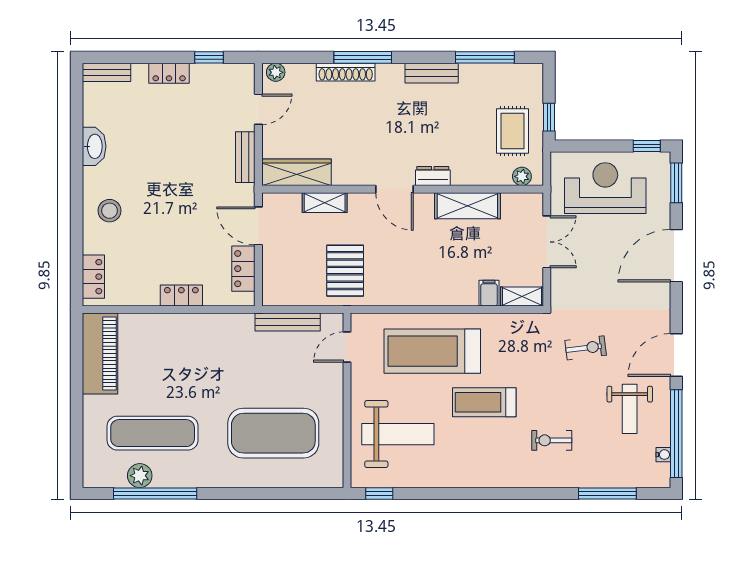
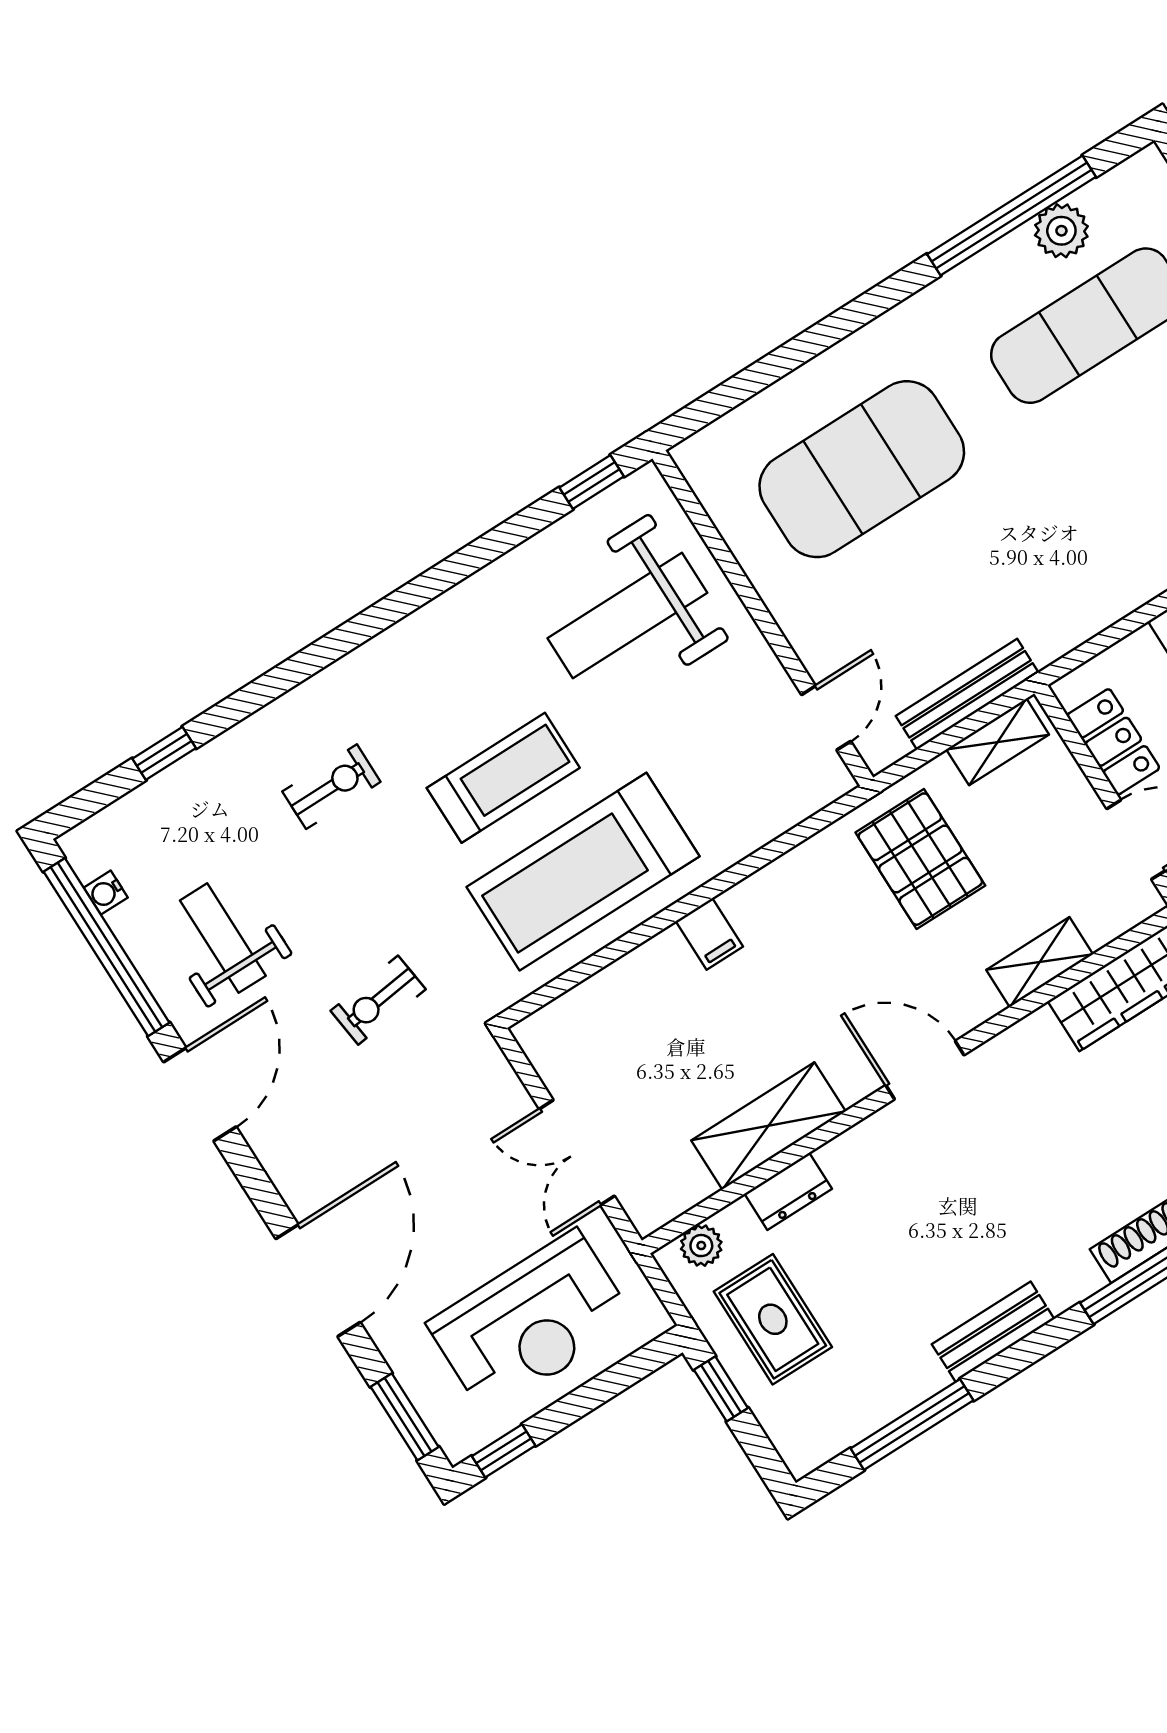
dresser: (433, 176) -> (788, 1191), moved
filing cabinet: (489, 293) -> (709, 934), moved
shelving: (522, 296) -> (998, 742), moved
treadmill: (432, 351) -> (583, 872), moved, turned 180
window: (607, 493) -> (164, 753), width x0.46

